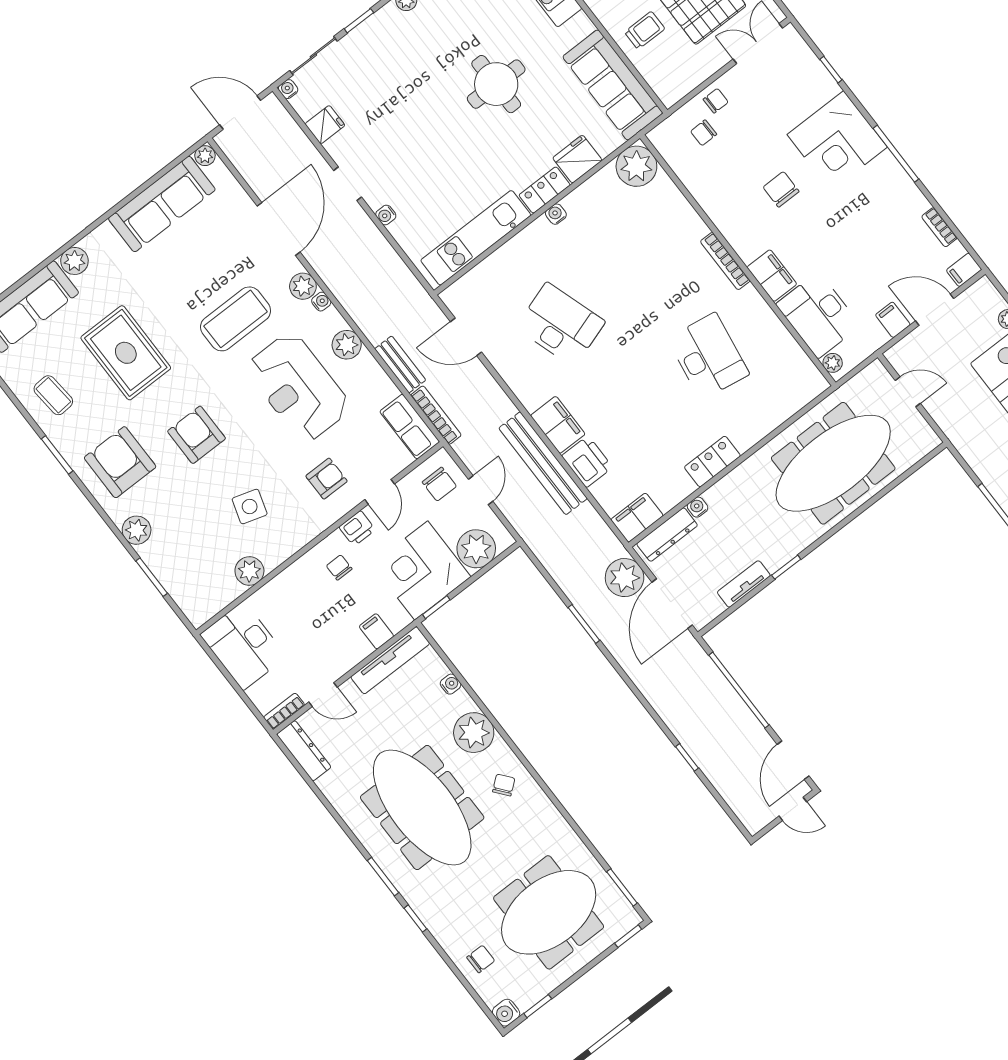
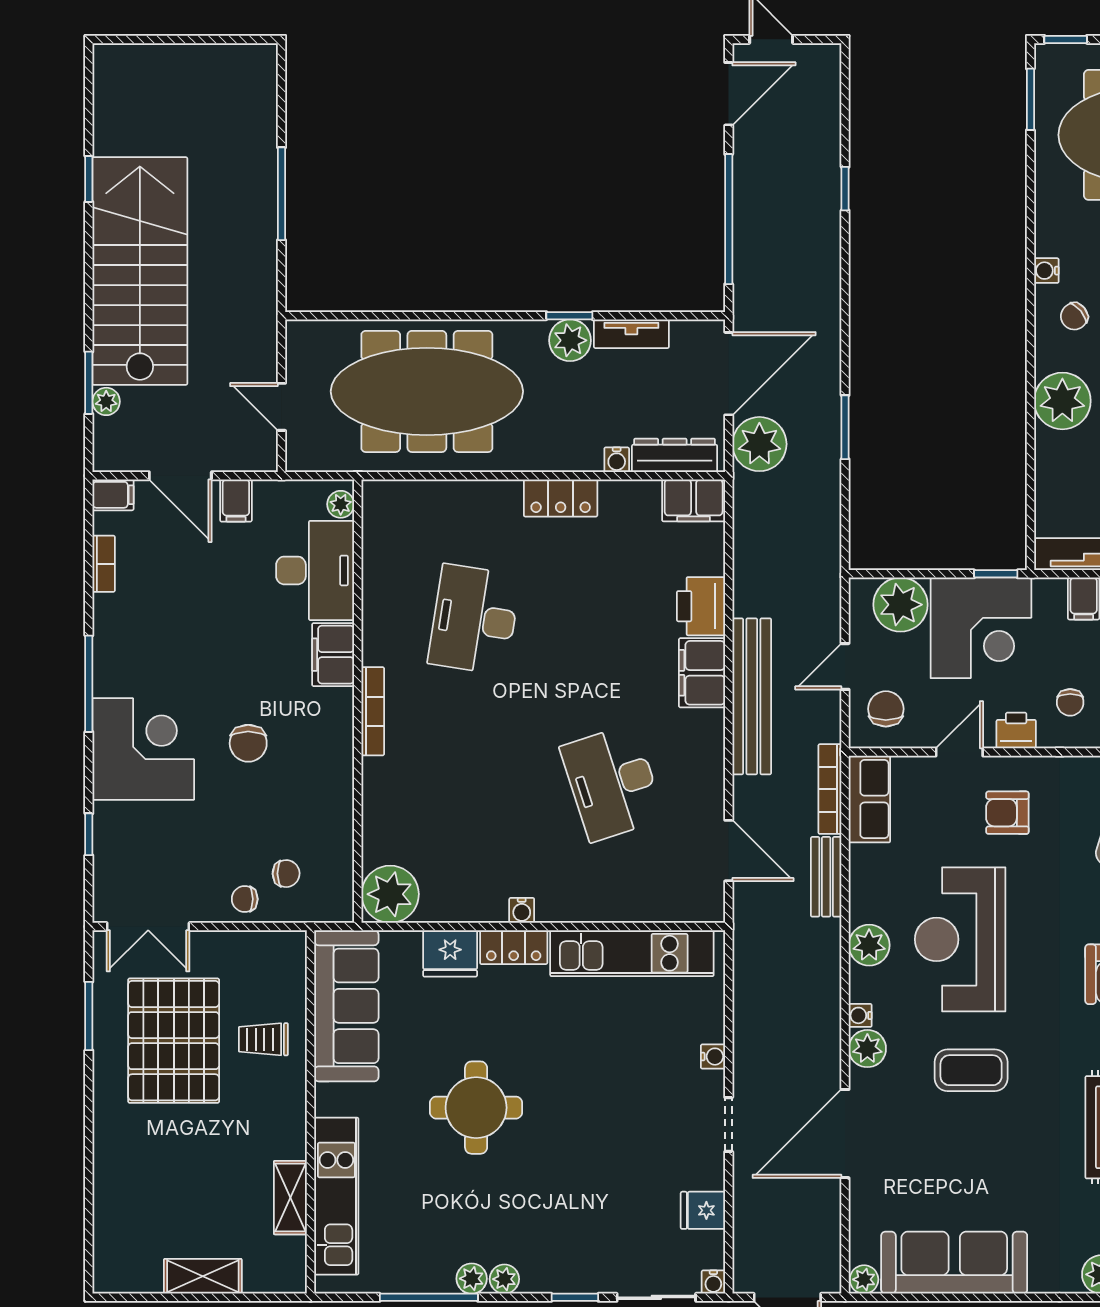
coffee table: (236, 319) -> (971, 1070), width x0.73, depth x0.76
reception desk: (298, 387) -> (960, 939), turned 180
bench: (543, 463) -> (752, 696), moved
plant: (775, 554) -> (570, 340), added
water cooler: (451, 684) -> (1046, 271), moved

